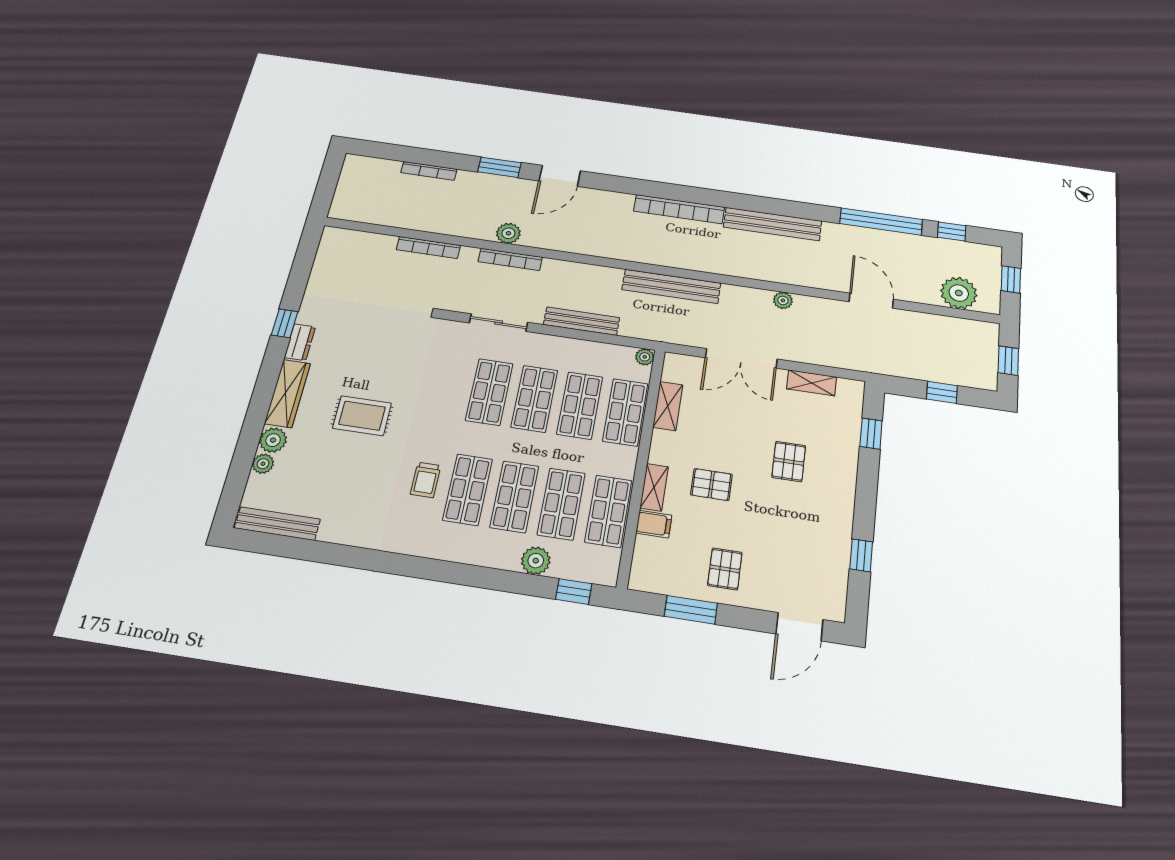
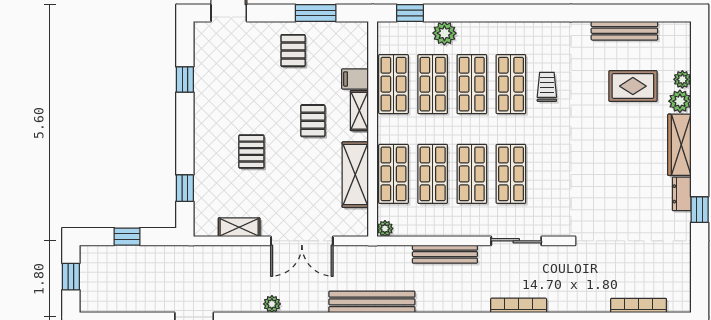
bookcase: (428, 248) -> (639, 305), moved
double door: (741, 358) -> (302, 241), swing flipped
shelving: (668, 406) -> (355, 175), width x1.50, depth x1.33
rug: (362, 416) -> (633, 86), moved
pallet: (711, 485) -> (313, 121), turned 90
bench: (277, 524) -> (624, 31), moved

